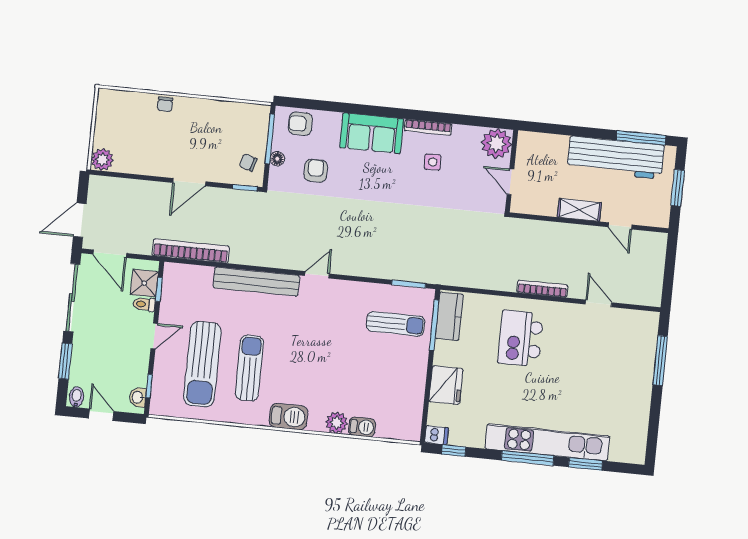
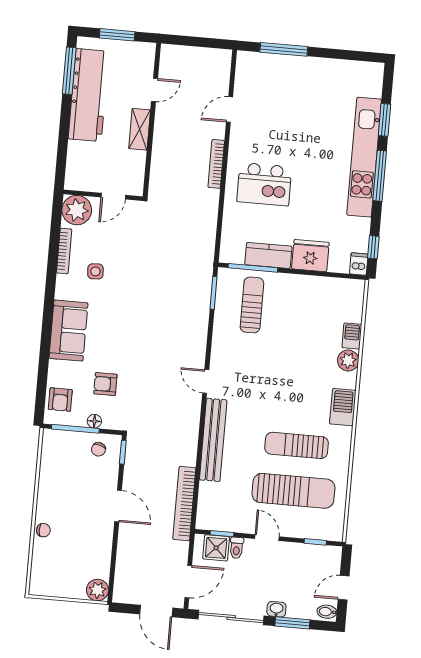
bookcase: (428, 127) -> (64, 251), moved
kitchen counter: (449, 316) -> (268, 255), moved
washbasin: (138, 397) -> (276, 609), moved, turned 180

